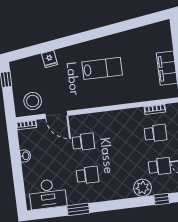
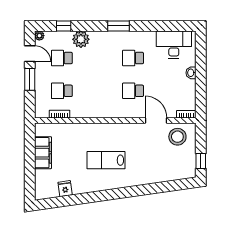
fridge: (50, 59) -> (65, 189), moved
washbasin: (25, 156) -> (191, 73), moved
window: (78, 209) -> (119, 26), moved

